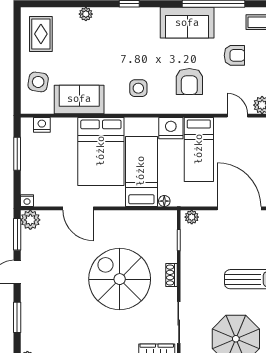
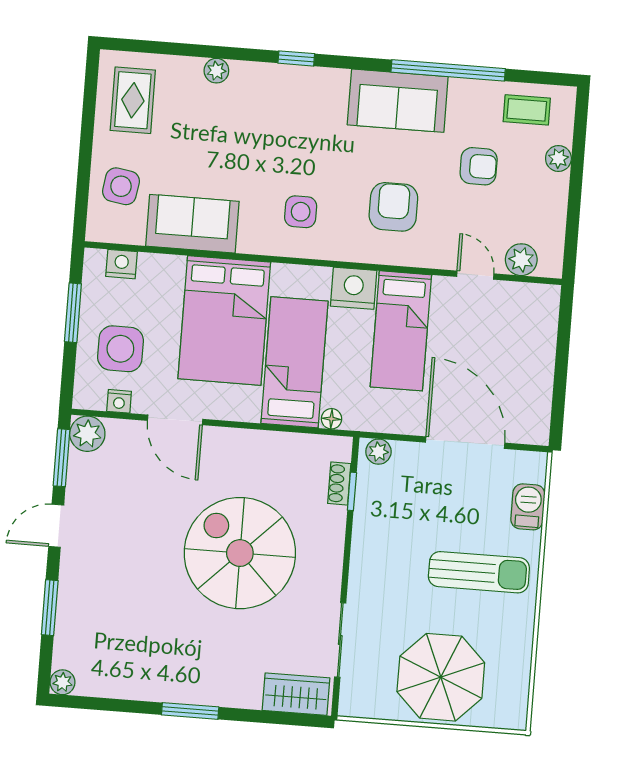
armchair: (189, 81) -> (393, 207), turned 180
side table: (45, 172) -> (120, 349), added
nightstand: (27, 201) -> (119, 401), moved
shoe rack: (171, 275) -> (339, 483), moved

